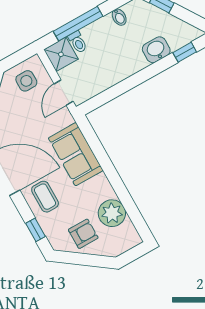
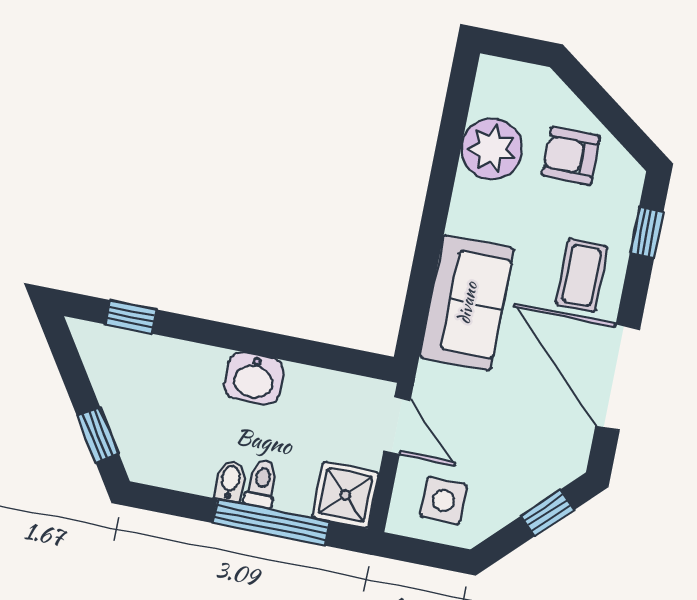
bidet: (119, 17) -> (230, 481), moved
toilet: (78, 42) -> (262, 484), moved
washbasin: (156, 50) -> (254, 378), moved
door: (64, 93) -> (397, 426), hinge flipped

